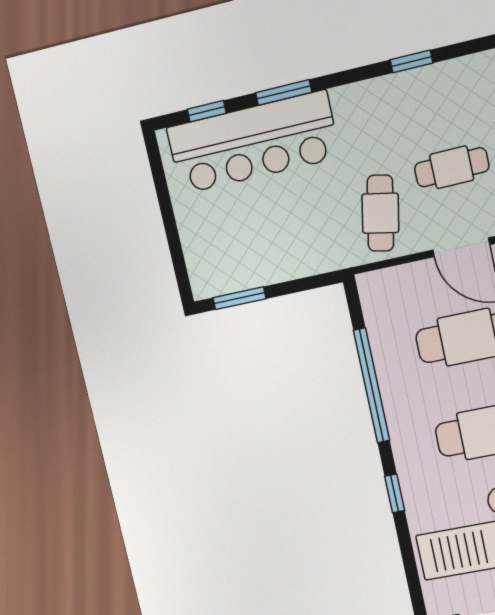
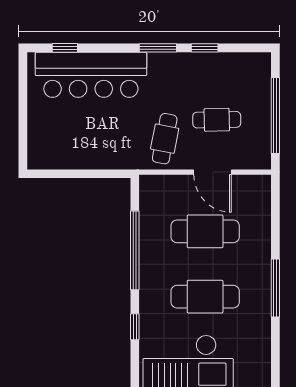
window: (284, 92) -> (158, 48), moved
window: (239, 298) -> (59, 174), removed

